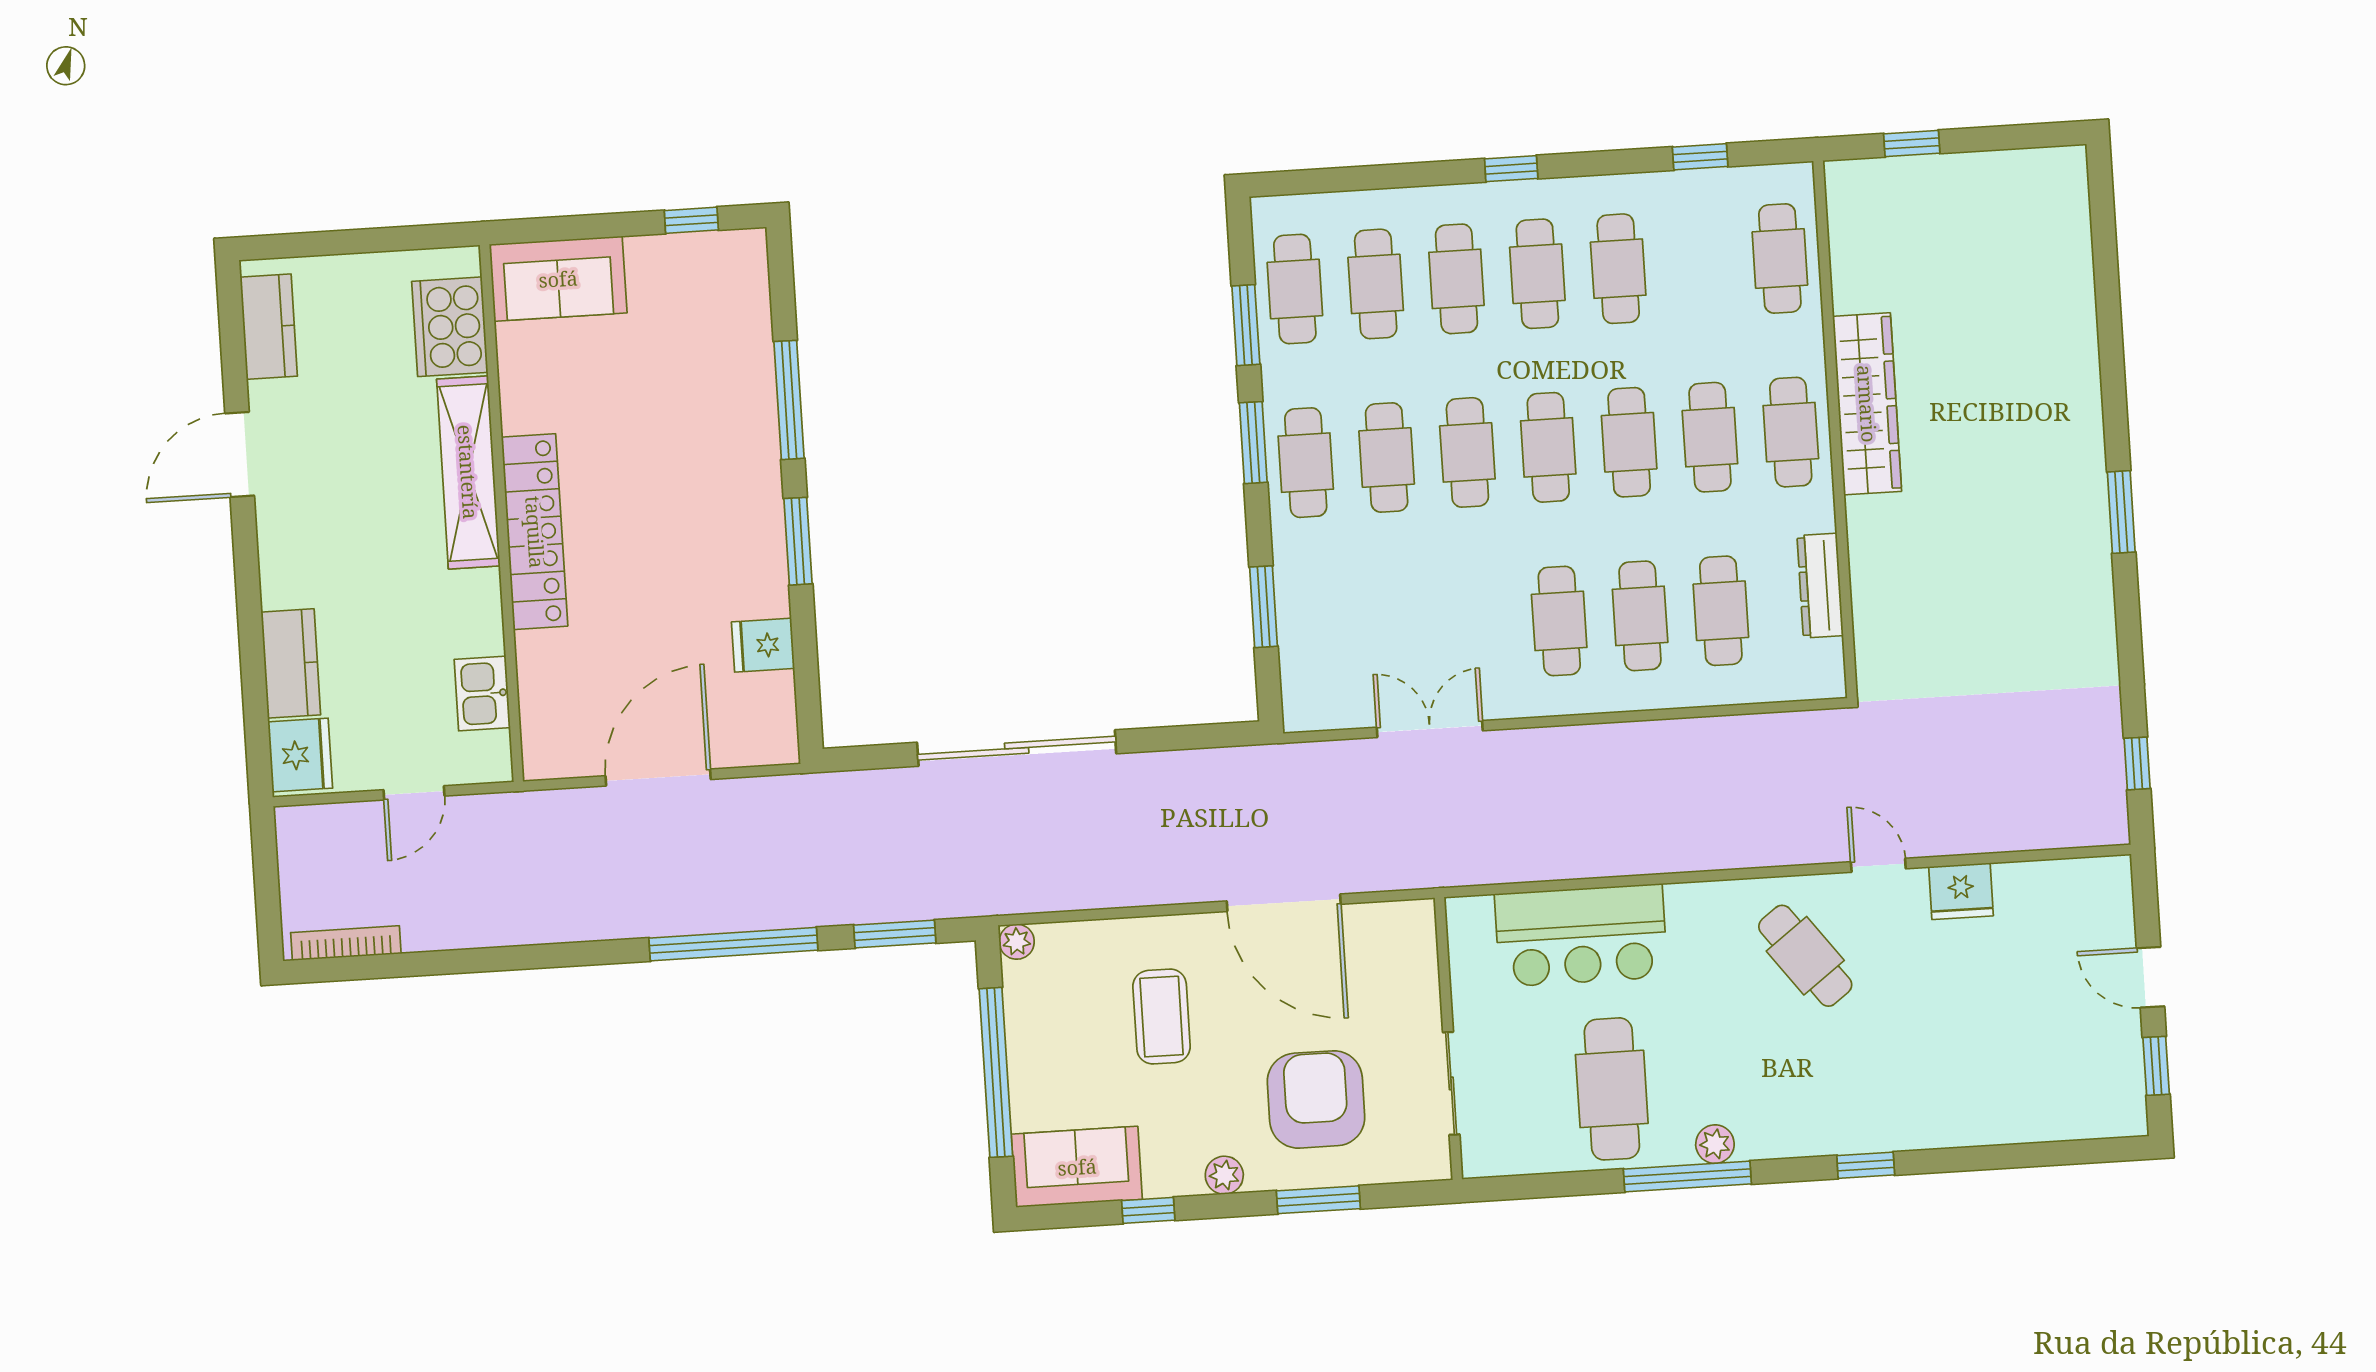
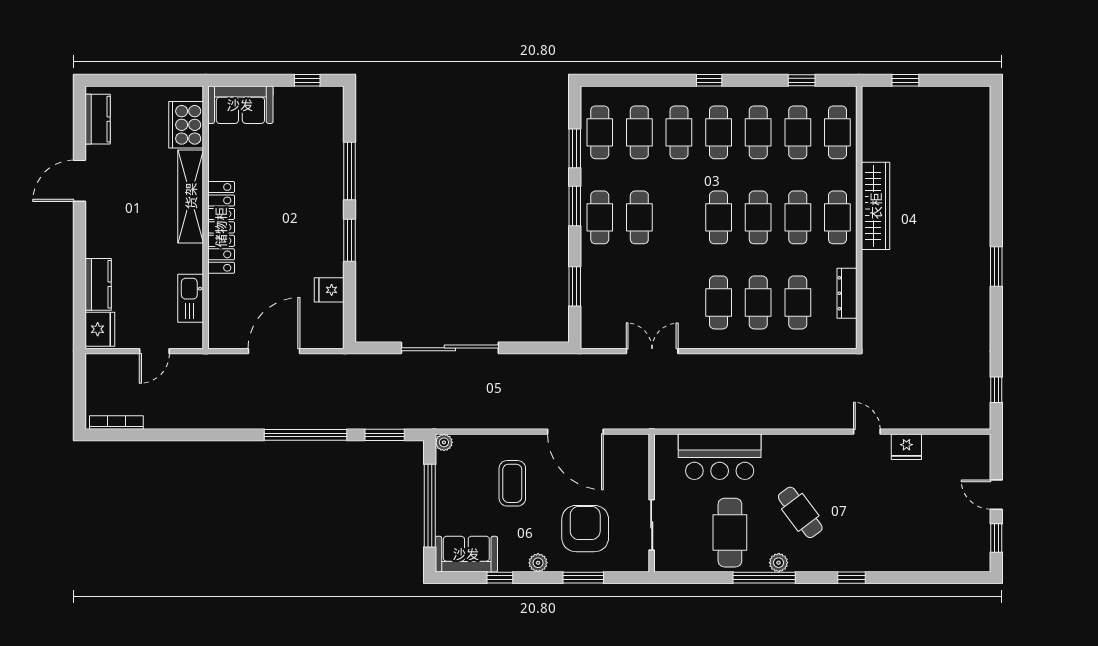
cafe table: (1467, 452) -> (798, 132), moved
kitchen sink: (482, 694) -> (191, 298), width x1.38
cafe table: (1805, 956) -> (800, 512), moved

